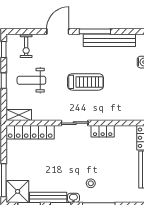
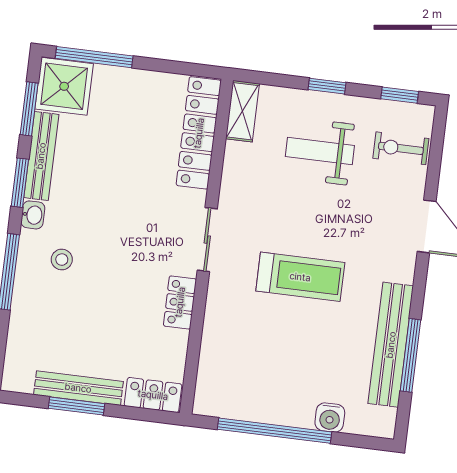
window: (95, 31) -> (410, 355), moved
weight bench: (31, 80) -> (320, 151), turned -90
treadmill: (85, 82) -> (300, 277), turned -90

